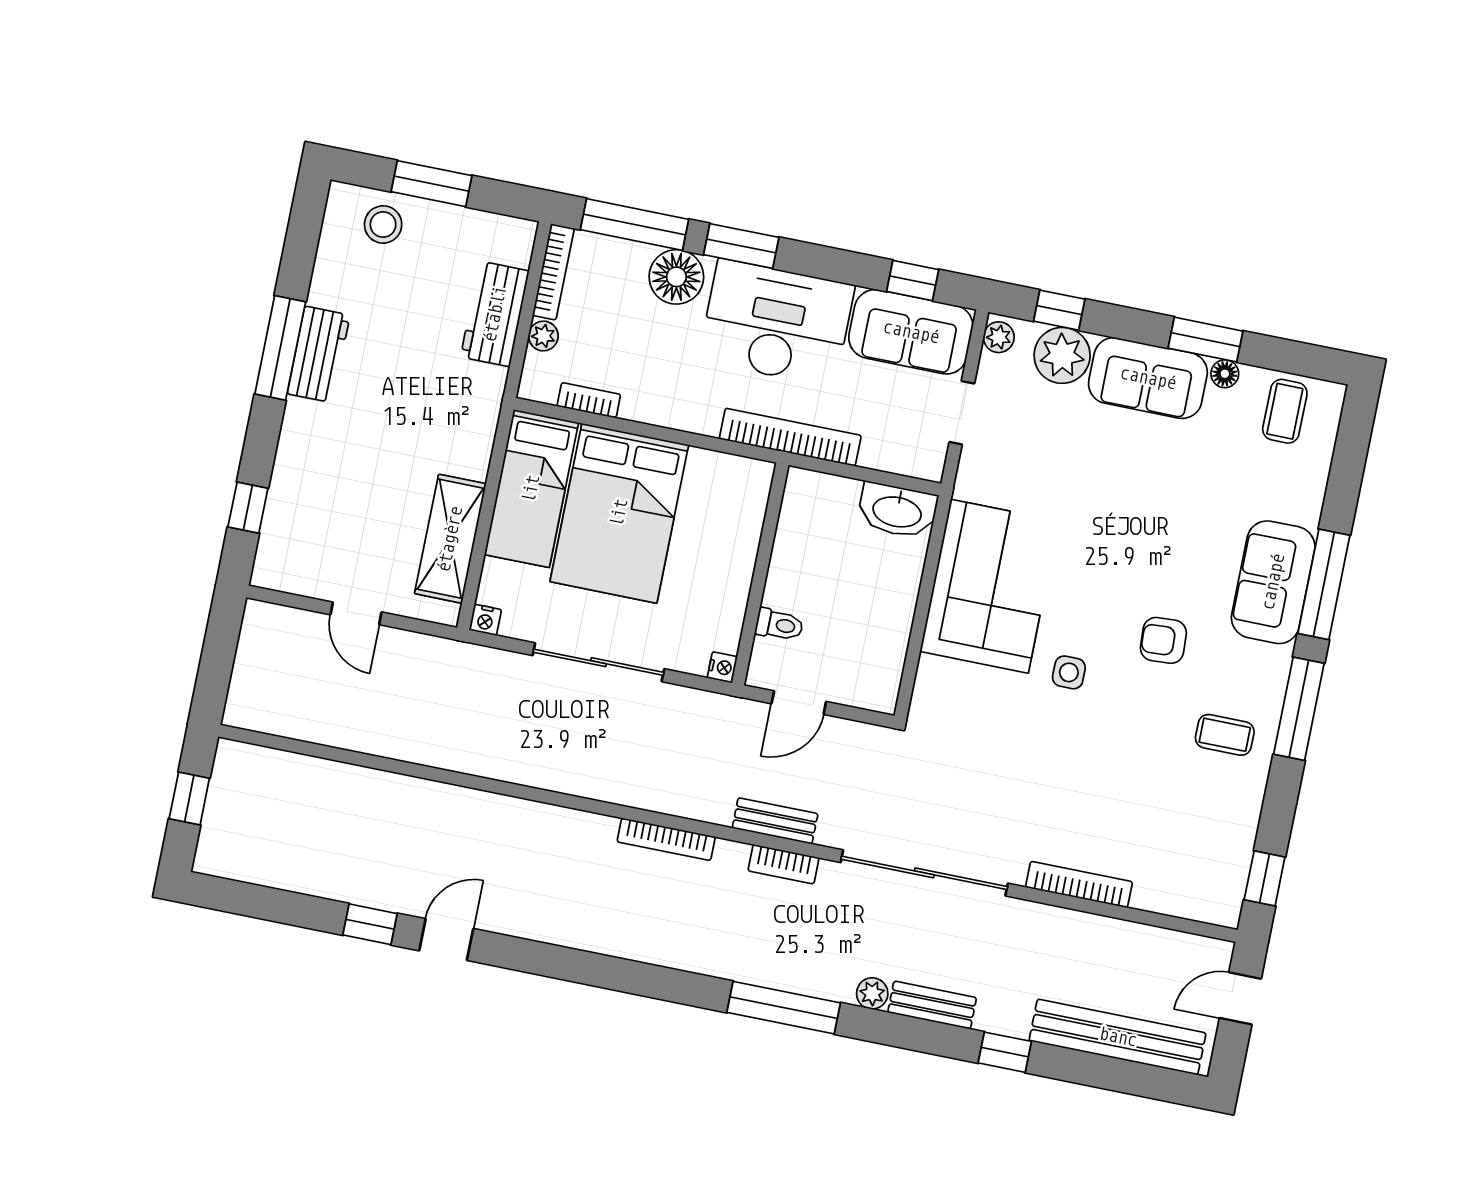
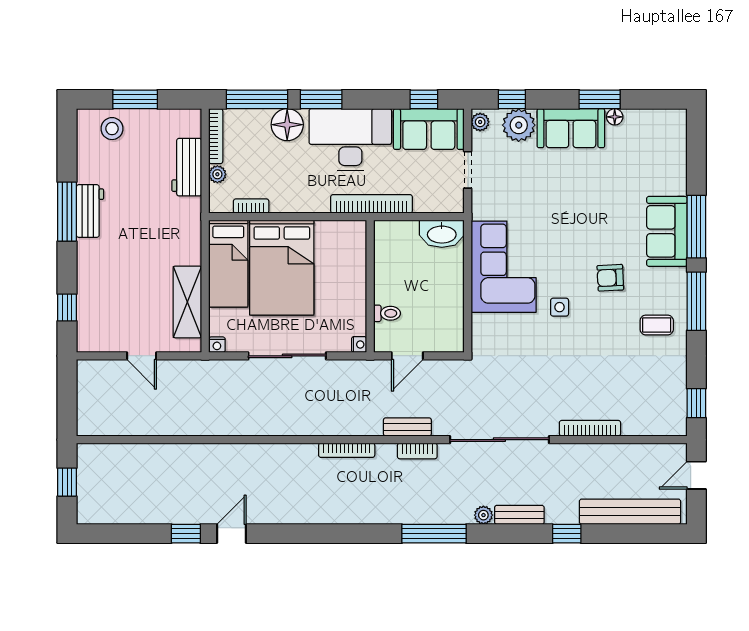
coffee table: (1285, 411) -> (654, 131), removed

